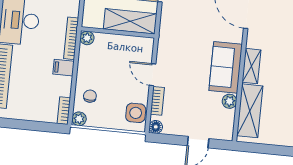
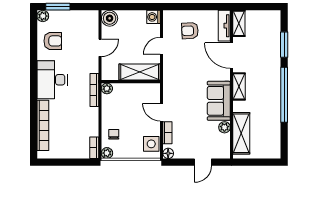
shelving: (251, 66) -> (239, 86), moved
filing cabinet: (64, 68) -> (91, 114), removed

